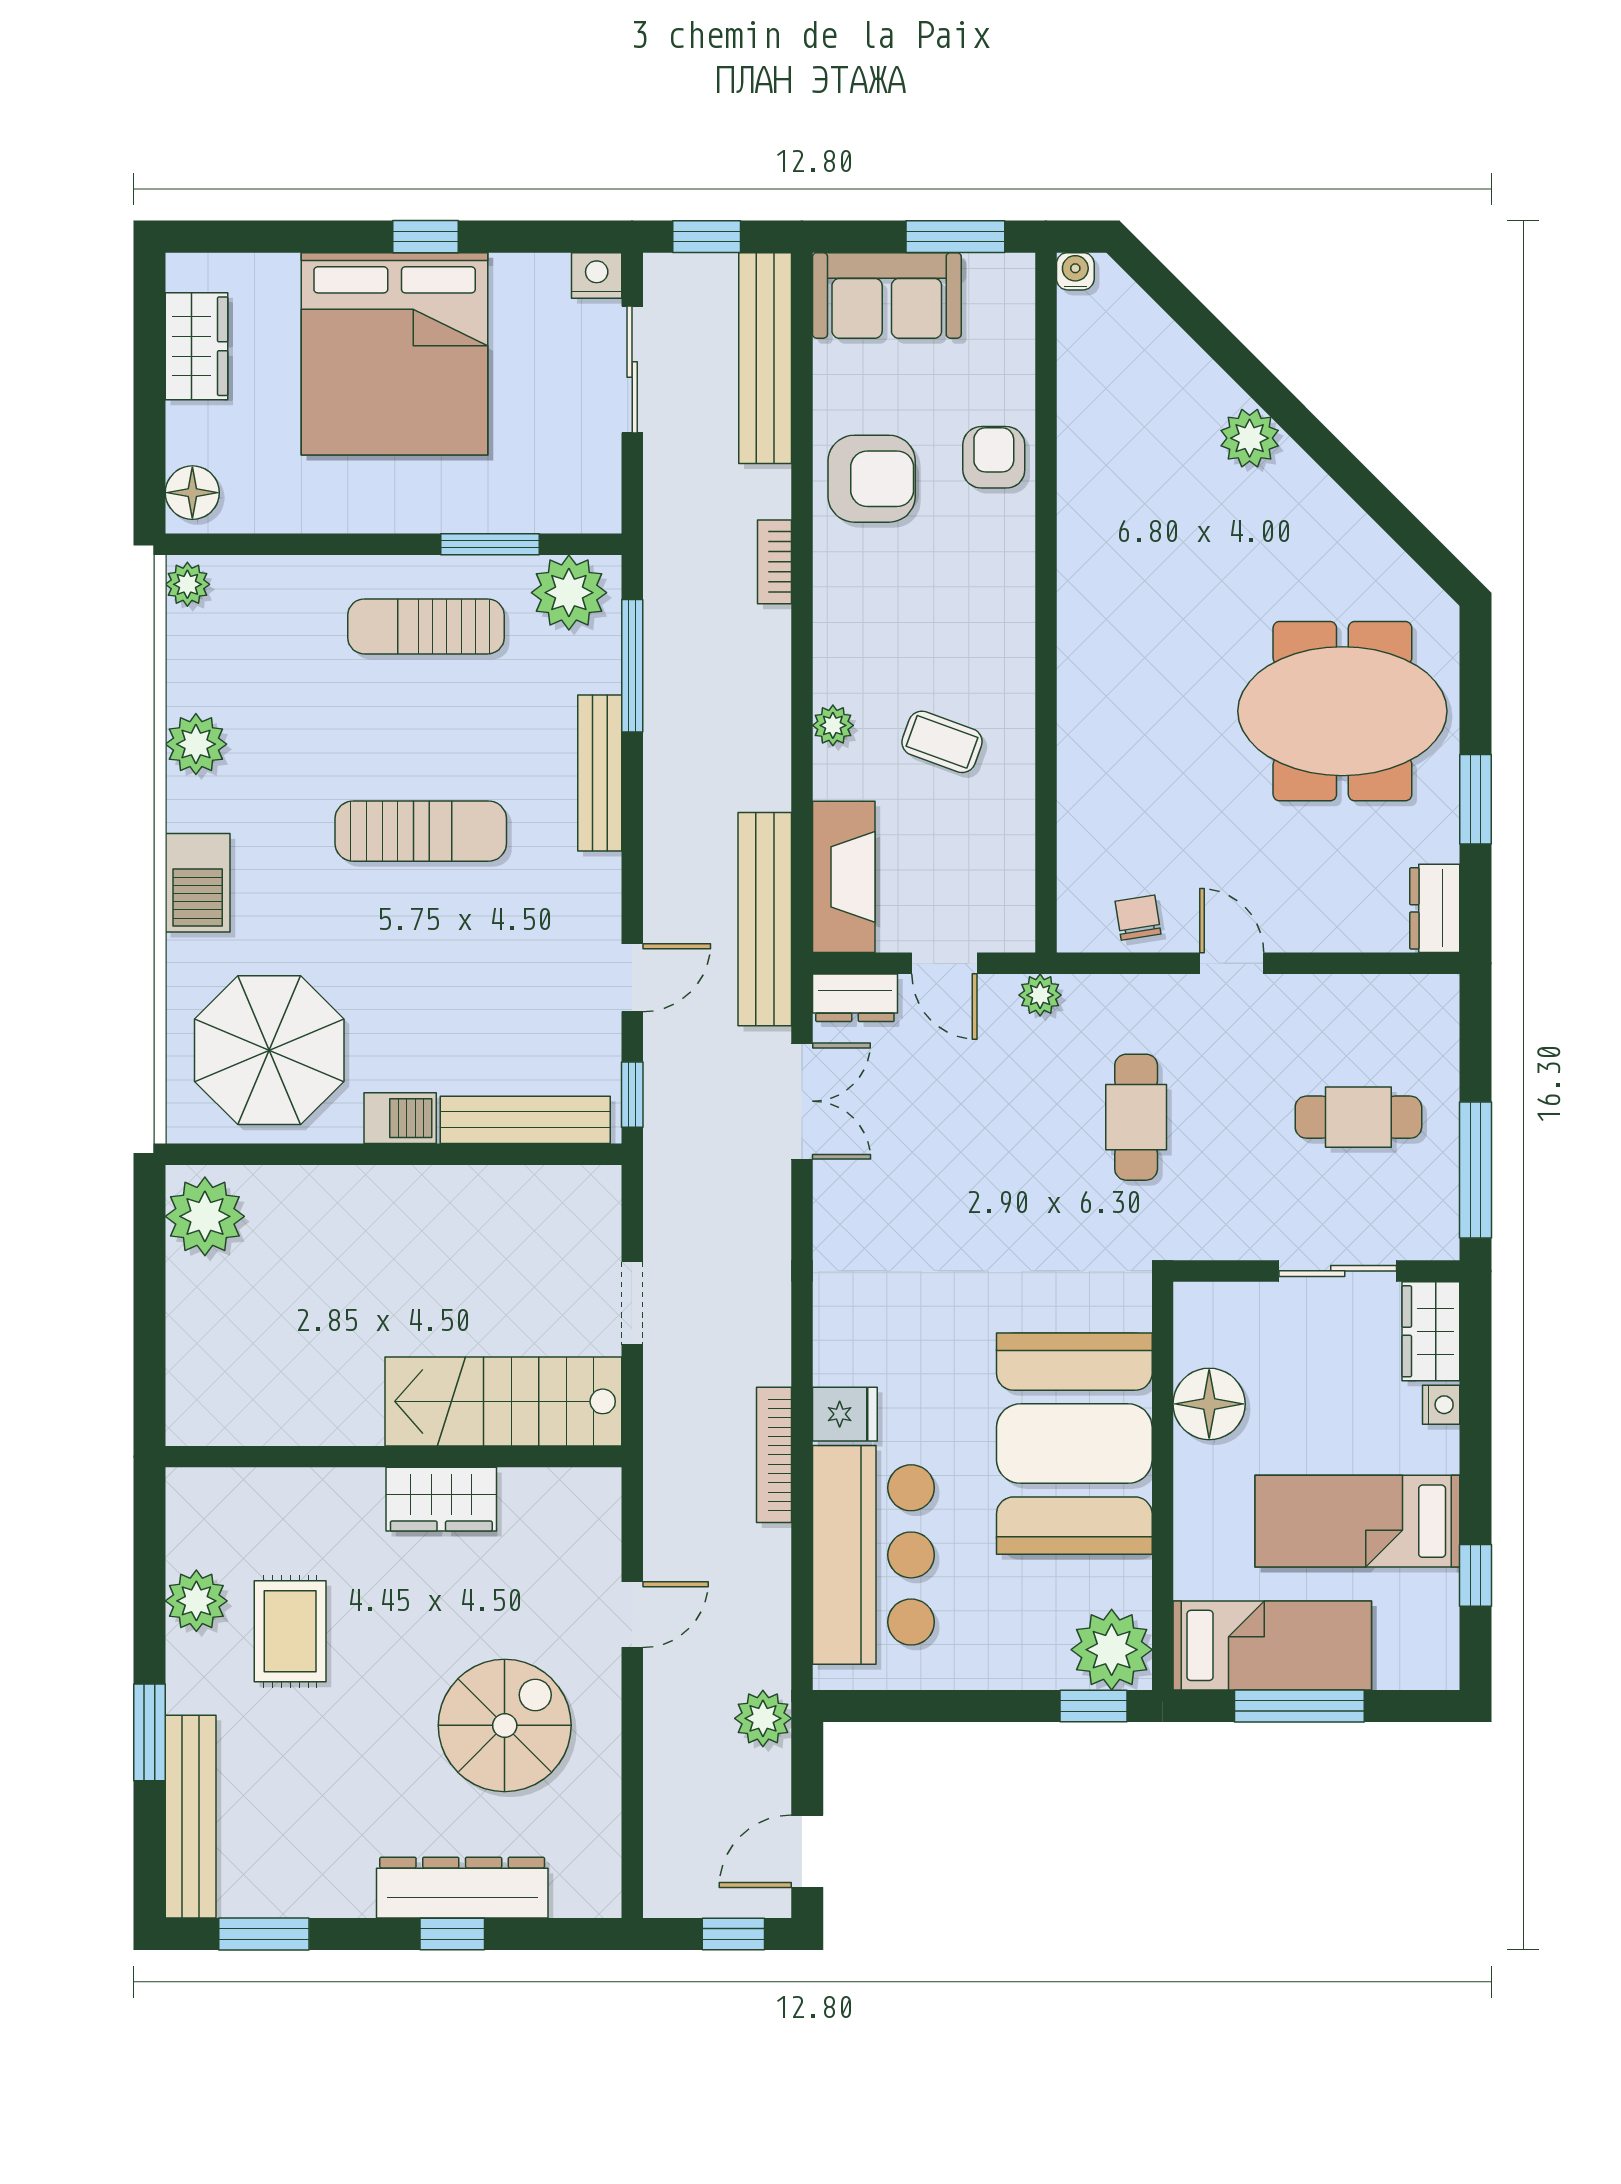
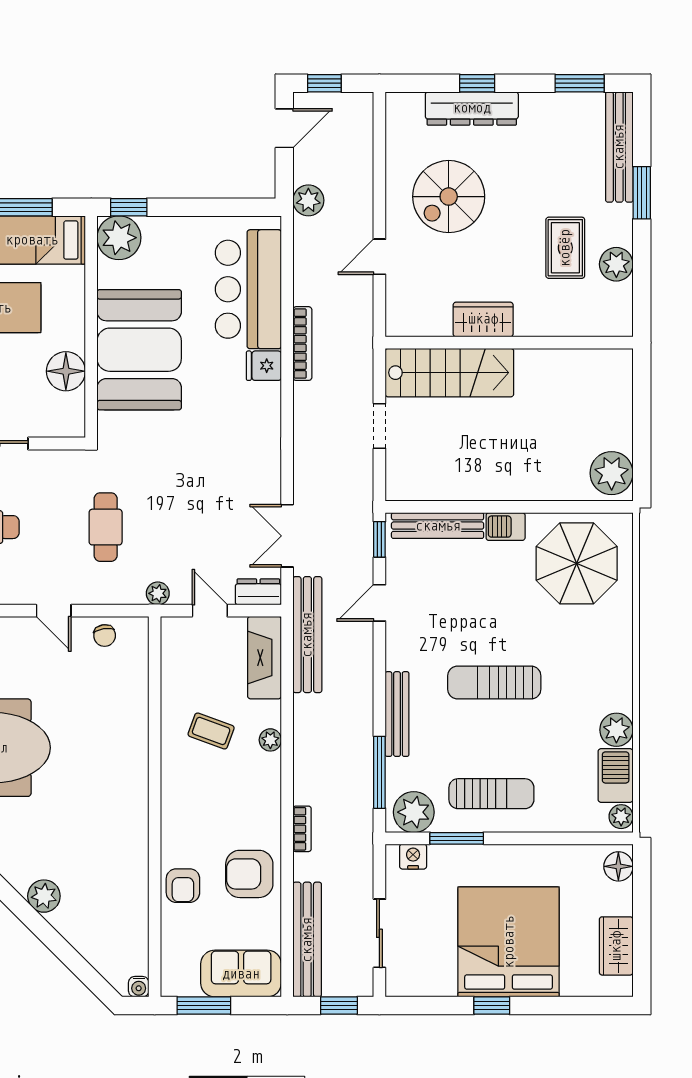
nightstand: (597, 275) -> (413, 857), moved, turned 180
barbecue: (198, 883) -> (616, 776), moved

